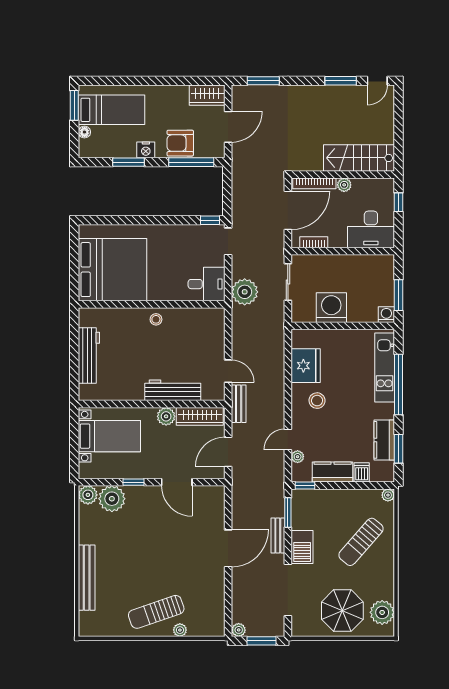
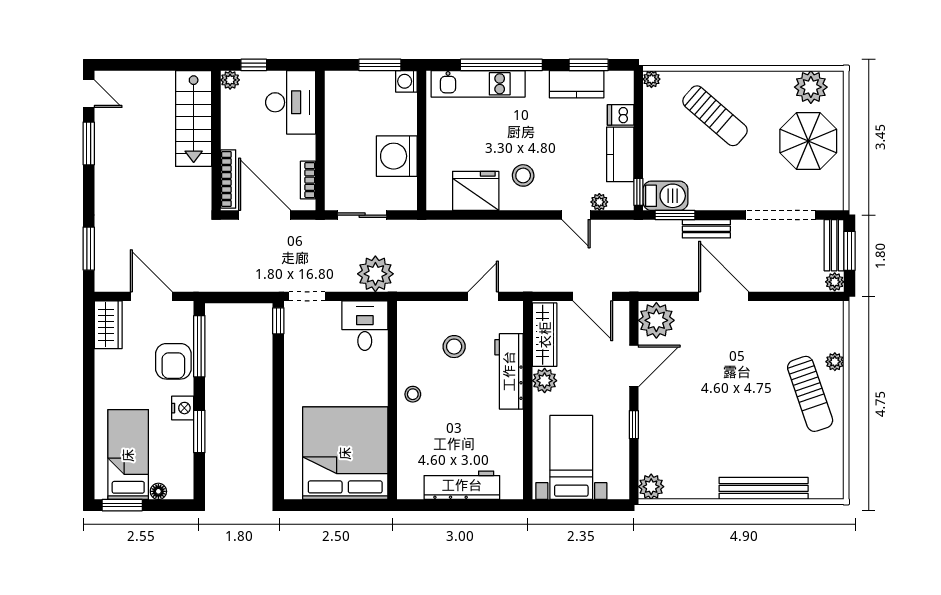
plant: (344, 185) -> (230, 80), moved
stool: (191, 350) -> (454, 347), added
bench: (239, 404) -> (834, 245), moved, turned 90
plant: (112, 499) -> (656, 320), moved
barbecue: (302, 547) -> (665, 196), moved

